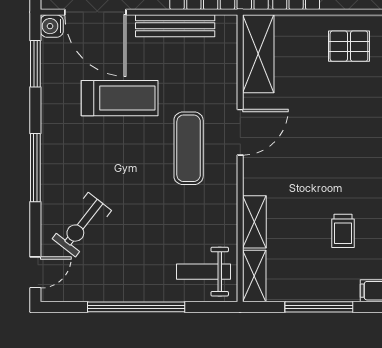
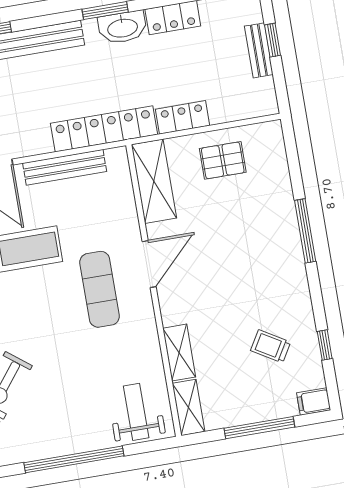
pallet: (349, 46) -> (223, 160), moved
trolley: (343, 231) -> (271, 346), turned 121
weight bench: (204, 272) -> (136, 412), turned 90

